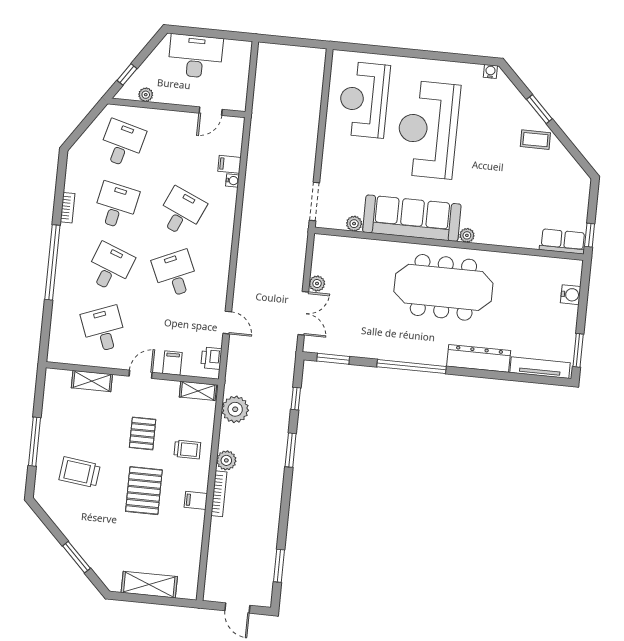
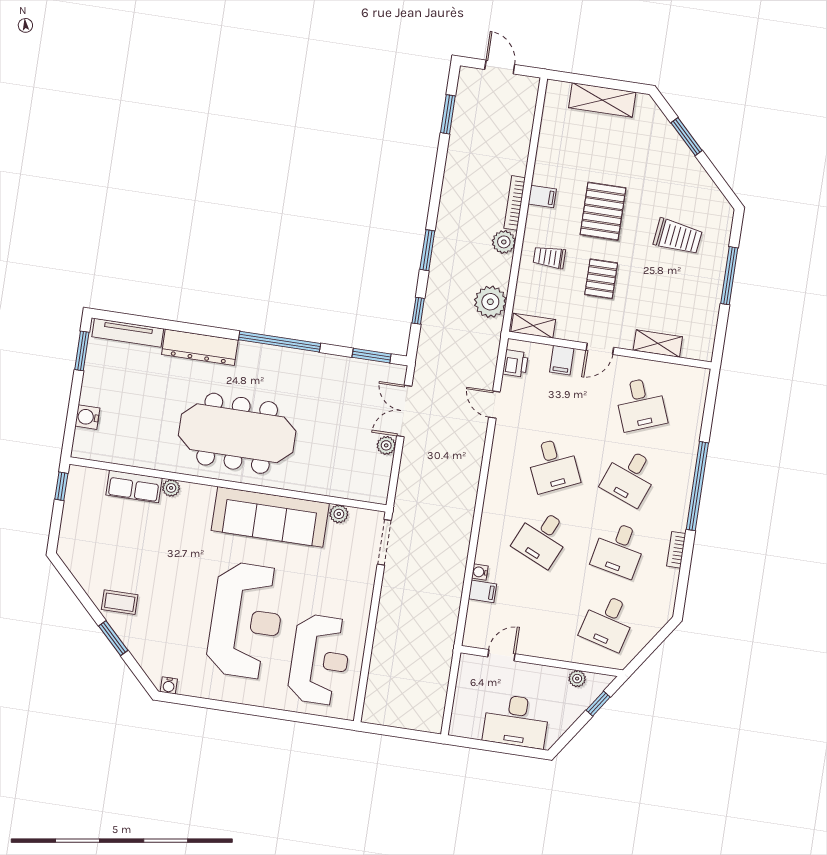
plant: (467, 235) -> (171, 488), moved
row of seats: (563, 241) -> (134, 486), moved

